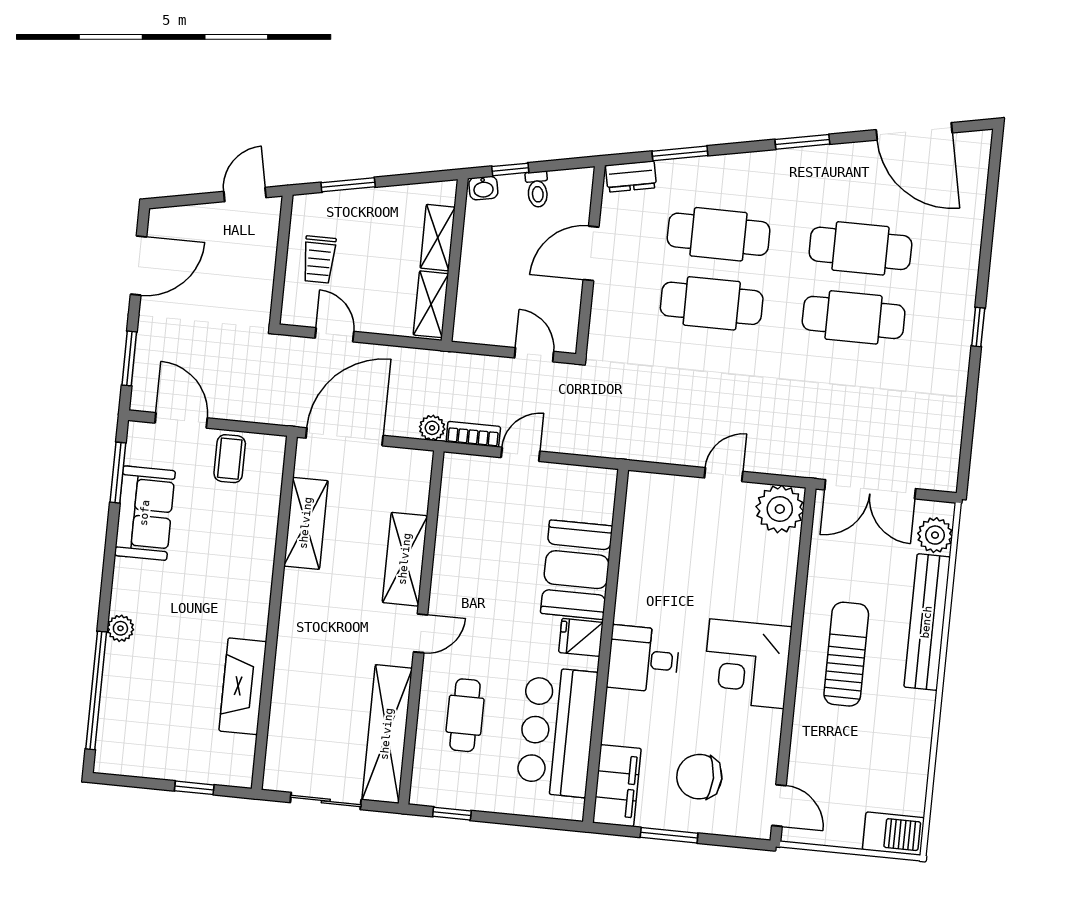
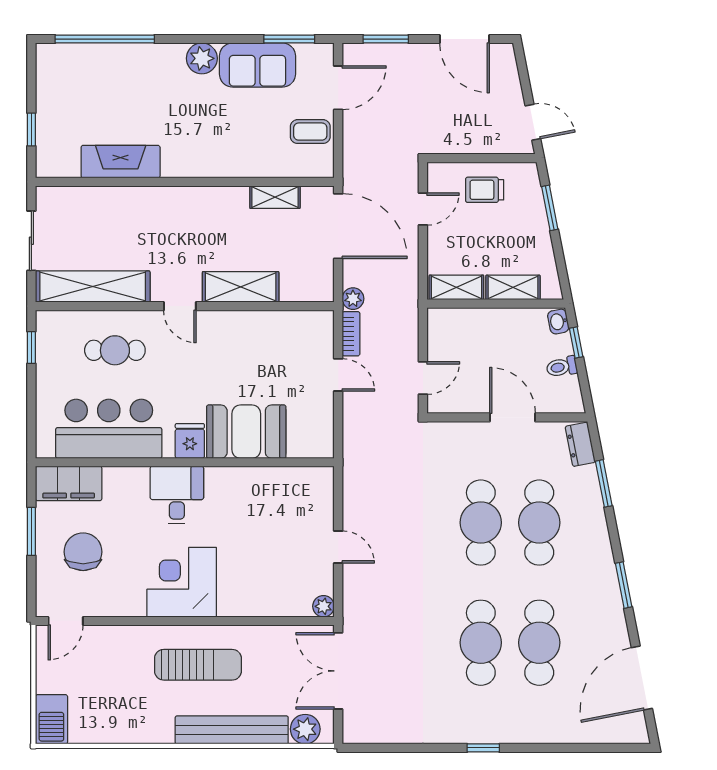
plant: (780, 509) -> (323, 606), width x0.53, depth x0.53
shelving: (306, 523) -> (275, 197), width x0.67, depth x0.75
plant: (120, 628) -> (202, 58), moved, width x1.38, depth x1.38

